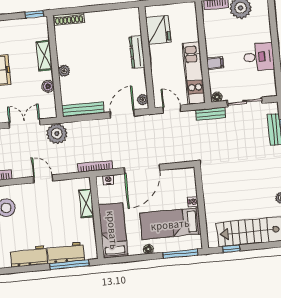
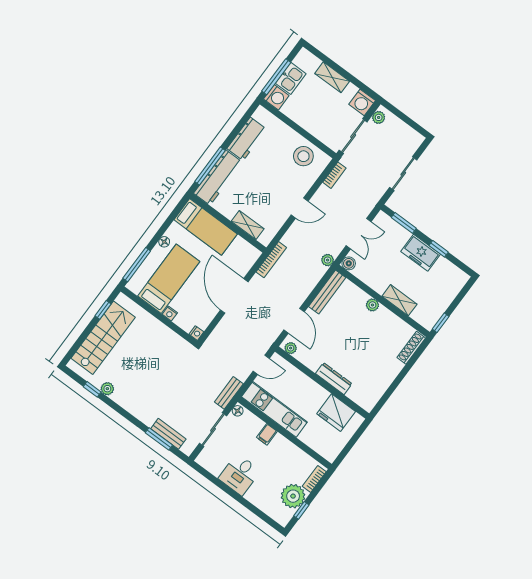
boiler: (48, 86) -> (349, 263), moved
plant: (57, 134) -> (328, 260), width x0.53, depth x0.53
nightstand: (108, 180) -> (196, 333), moved
workbench: (66, 253) -> (218, 178), width x1.38

